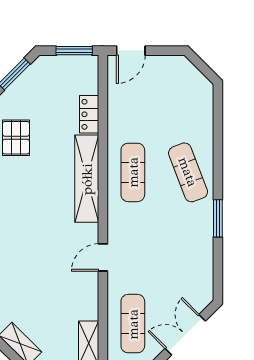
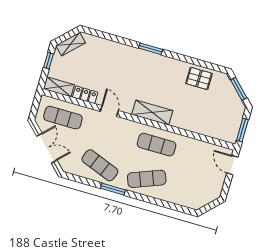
locker: (89, 114) -> (85, 95), moved
shelving: (87, 179) -> (152, 113), width x0.68
exercise mat: (188, 248) -> (100, 165), added

